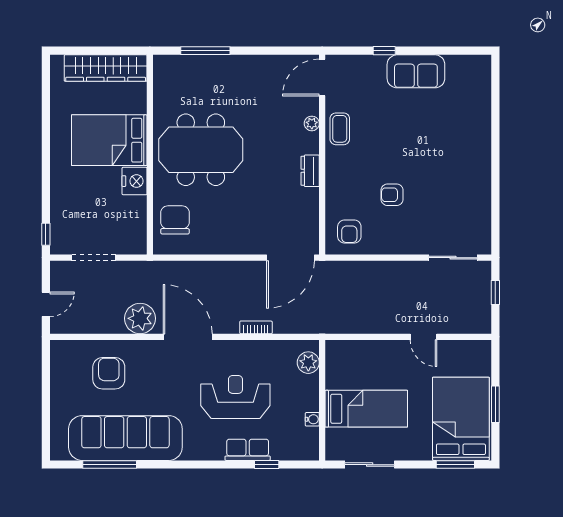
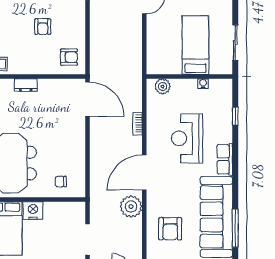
chair: (175, 220) -> (61, 182), width x0.54, depth x0.54
armchair: (109, 373) -> (170, 229), turned -90
row of seats: (248, 450) -> (225, 159), moved

